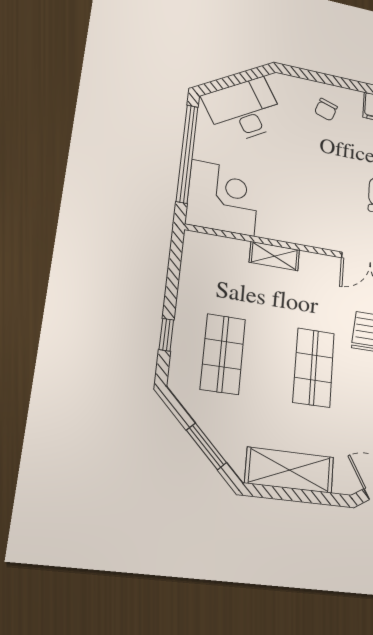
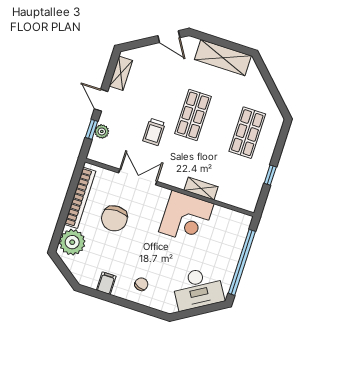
corner desk: (223, 198) -> (186, 218), moved, turned -90
window: (166, 335) -> (270, 175), moved
window: (206, 446) -> (269, 81), removed

